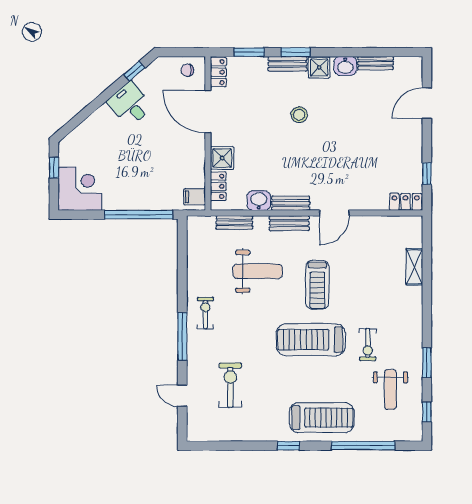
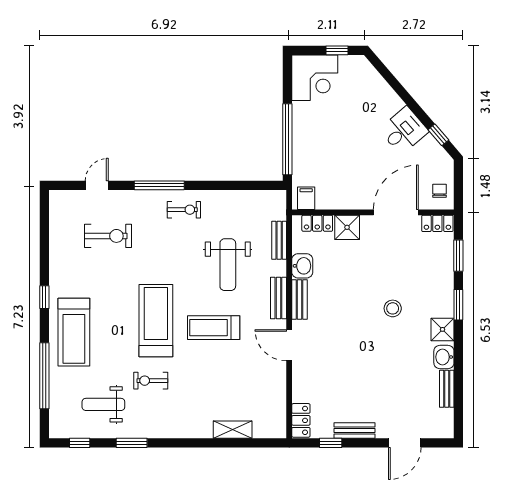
bench: (288, 64) -> (355, 430), moved, turned 90
door: (427, 103) -> (405, 443), swing flipped

